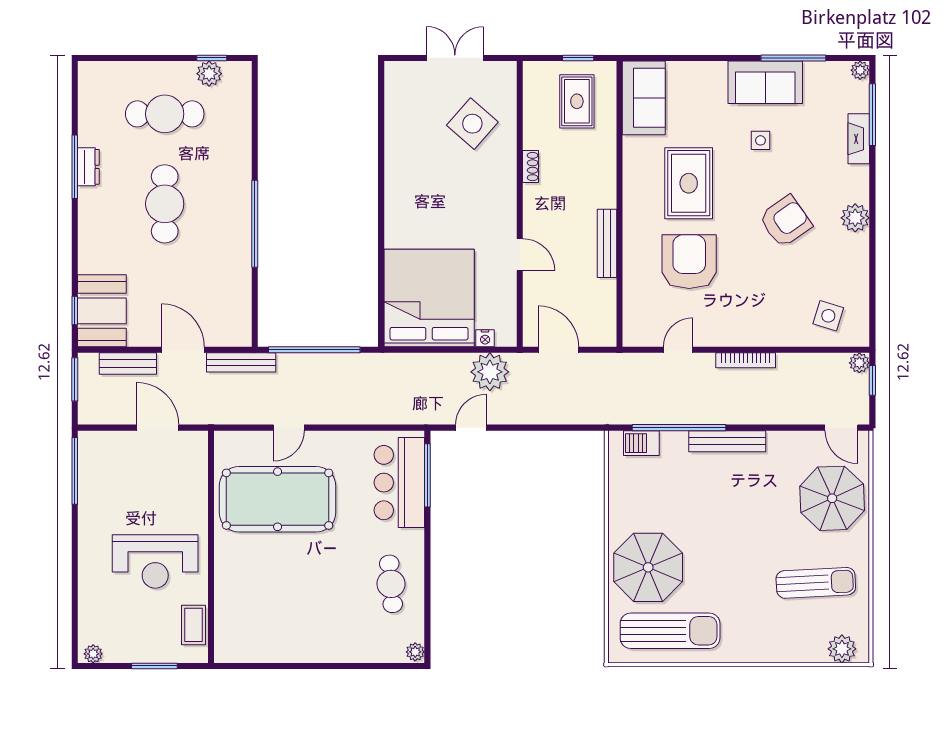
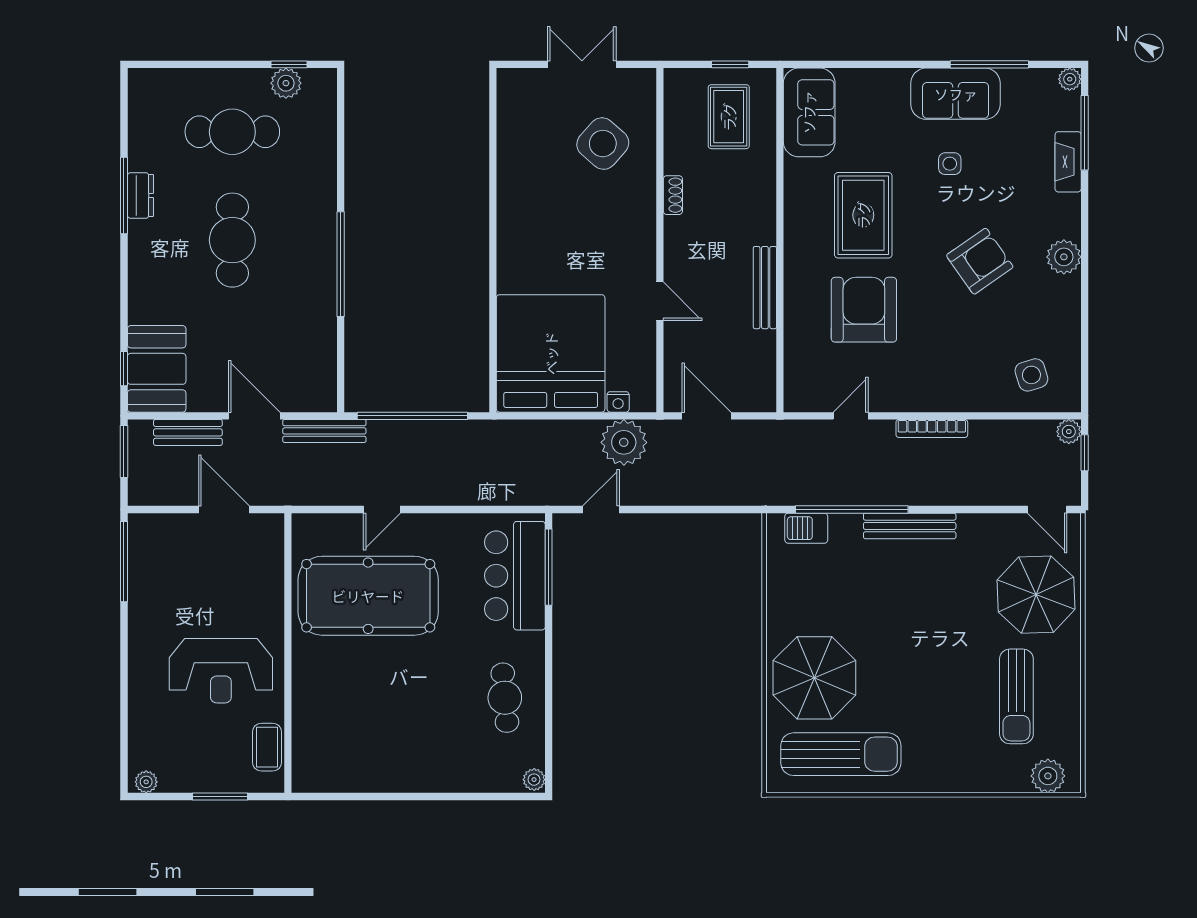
side table: (828, 316) -> (1031, 375), turned -34
sun lounger: (816, 583) -> (1016, 696), turned 93

